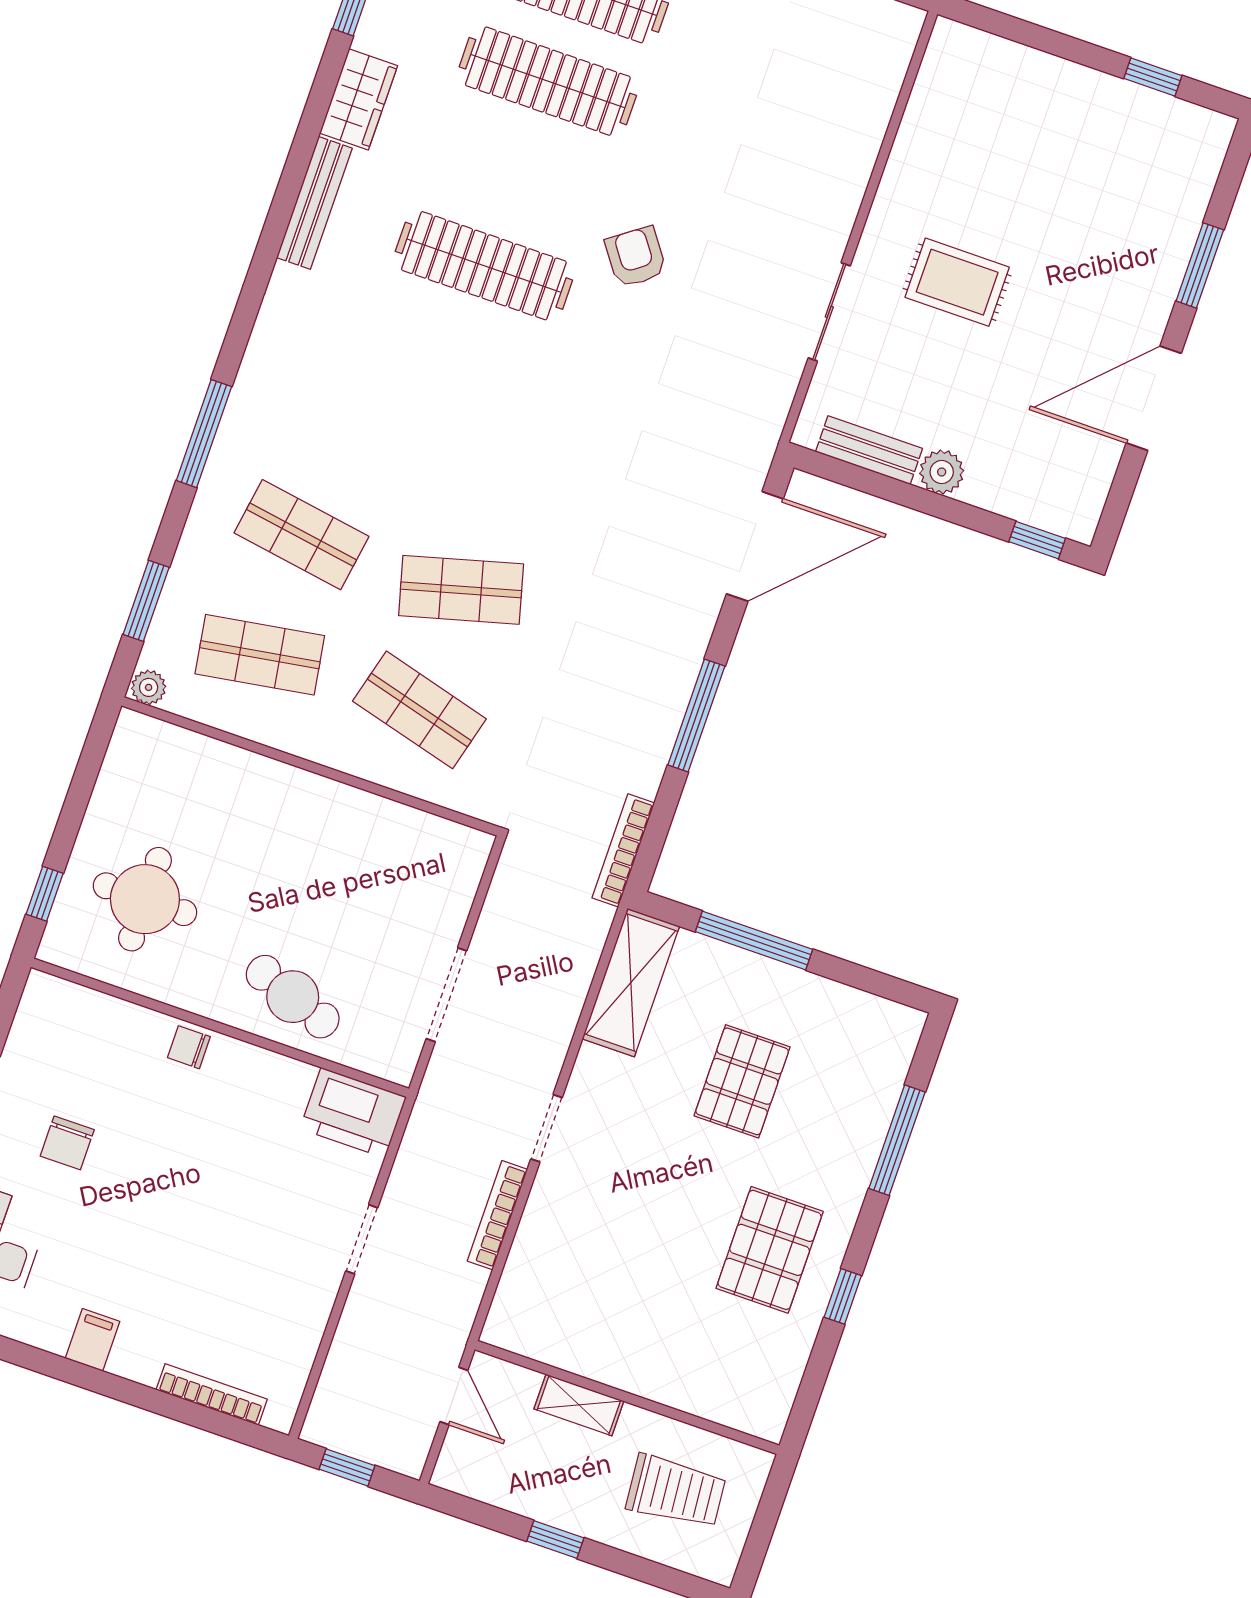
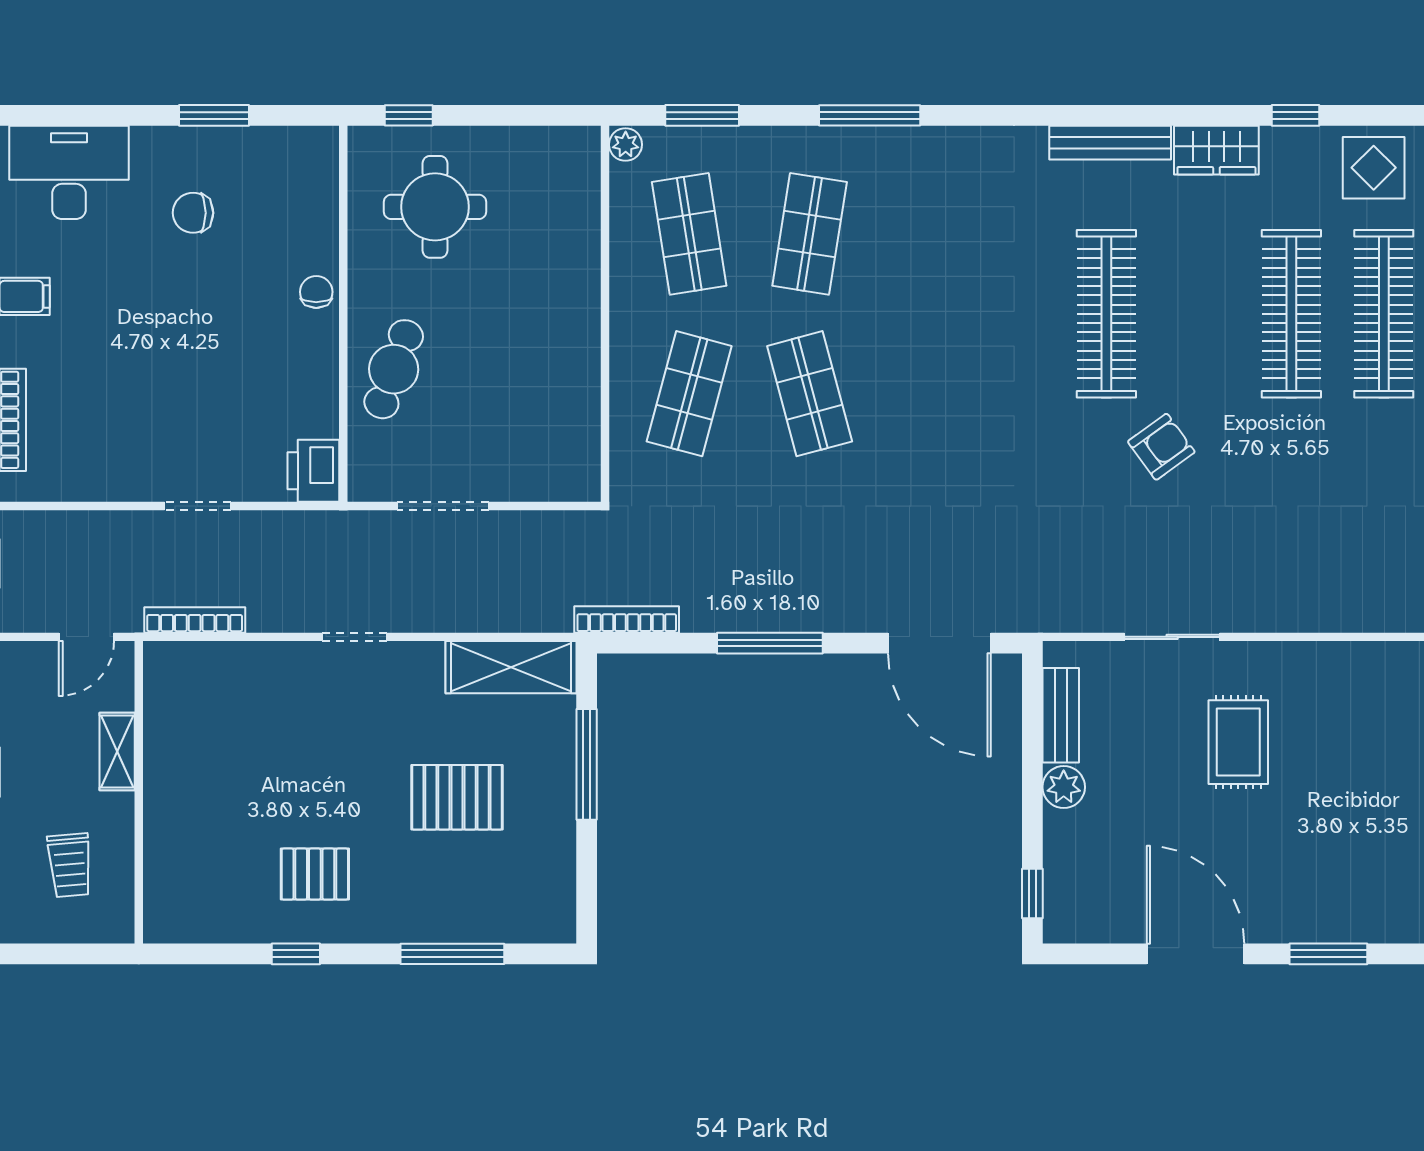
printer: (353, 1113) -> (313, 471), width x0.73, depth x0.84
bookcase: (497, 1215) -> (195, 620), moved
pallet: (770, 1250) -> (315, 874), width x0.67, depth x0.71
trolley: (676, 1491) -> (70, 865), width x0.73, depth x0.72

